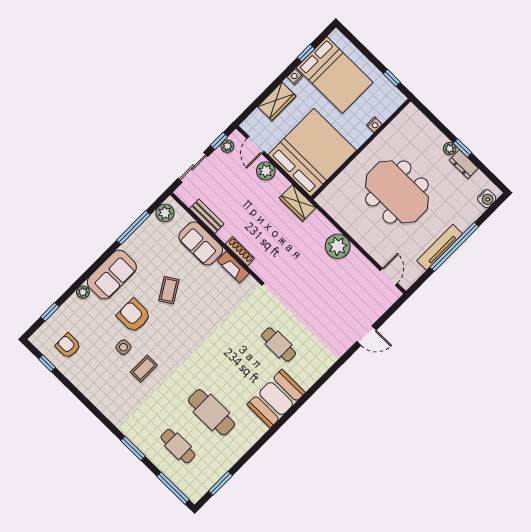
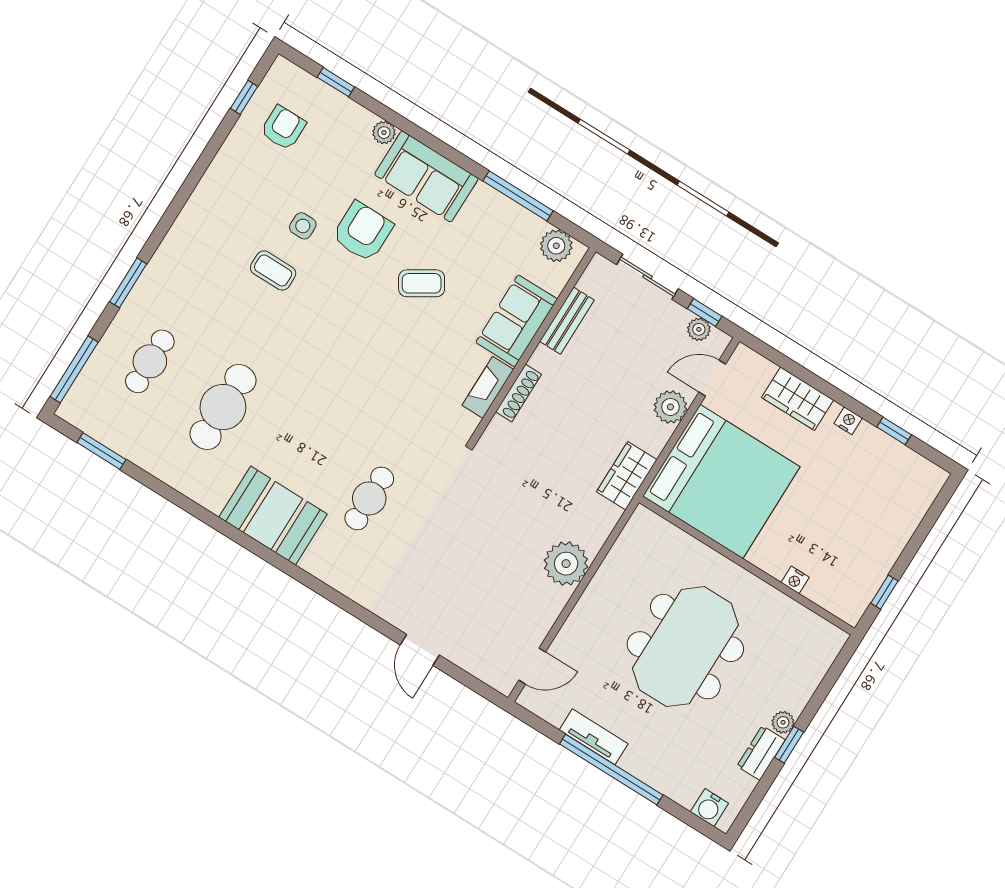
bed: (335, 75) -> (867, 490), removed
tv unit: (440, 247) -> (594, 737), width x0.71

